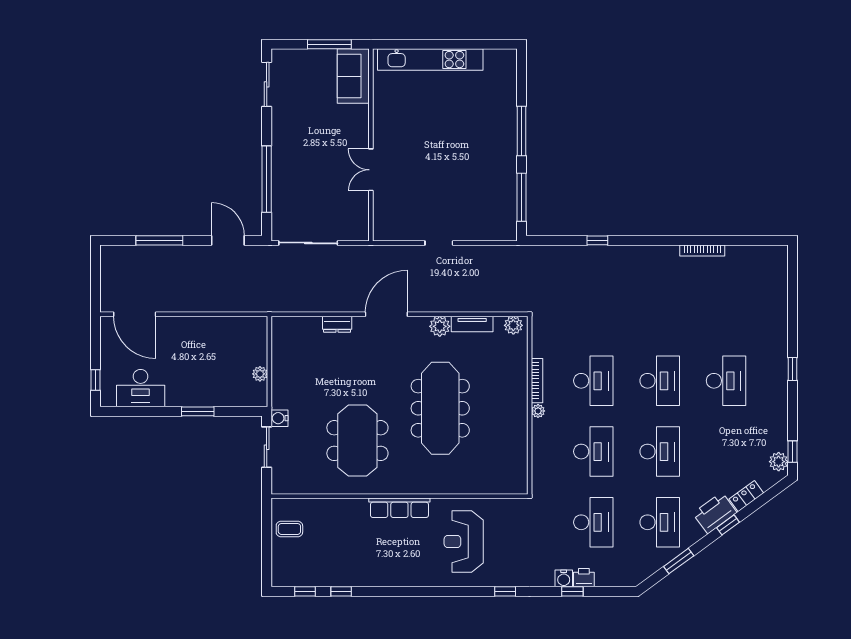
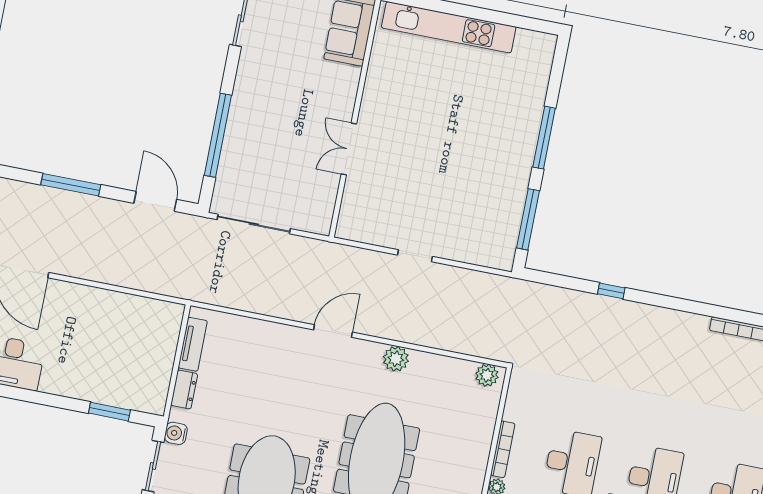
door: (386, 314) -> (333, 331), width x0.73
dresser: (337, 324) -> (184, 390), moved, turned -90
tv unit: (472, 324) -> (193, 344), moved, turned -90
plant: (260, 374) -> (163, 374), removed
window: (198, 411) -> (109, 412), moved

